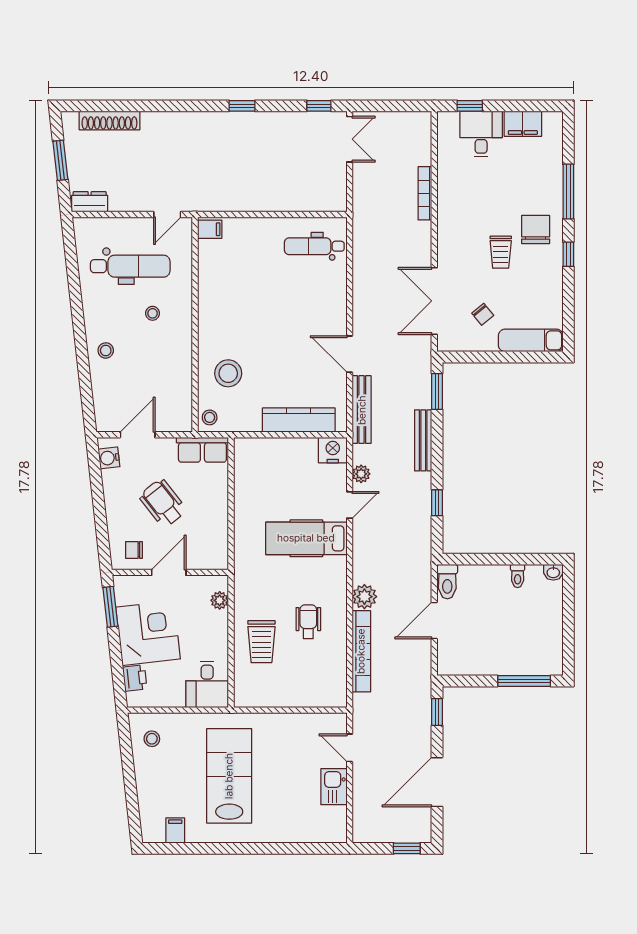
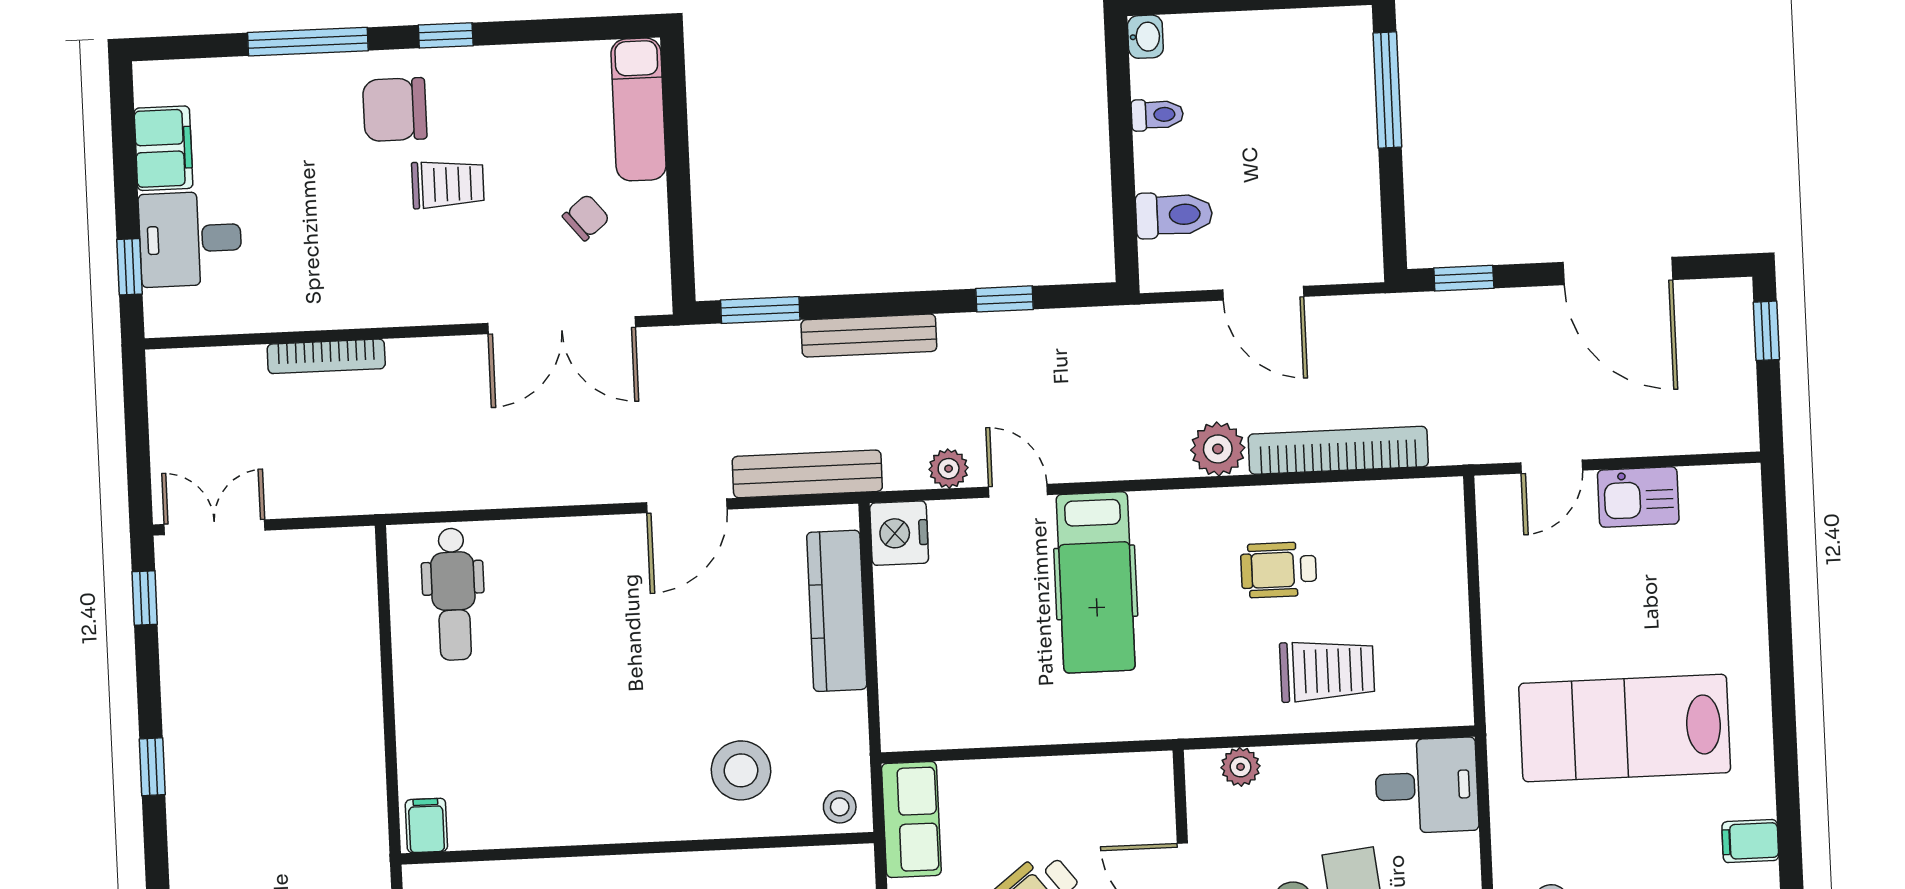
toilet: (447, 582) -> (1174, 215), moved

